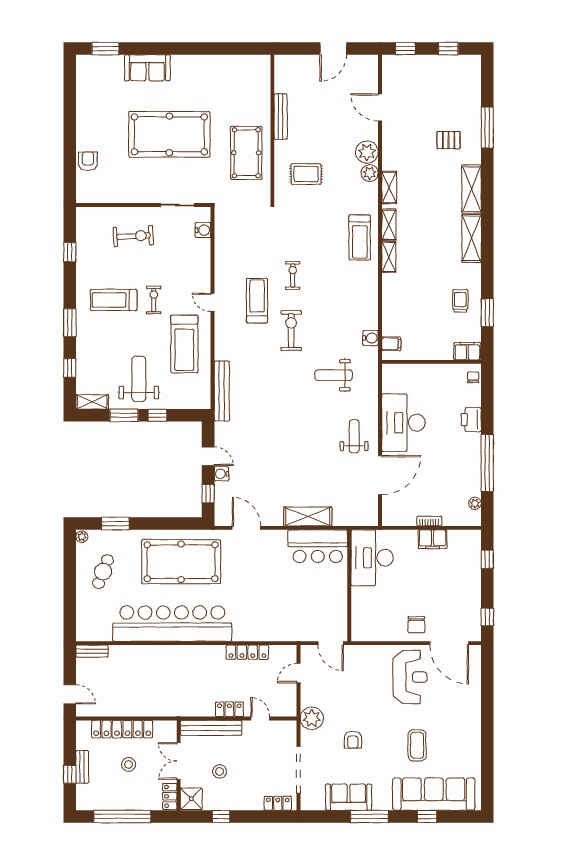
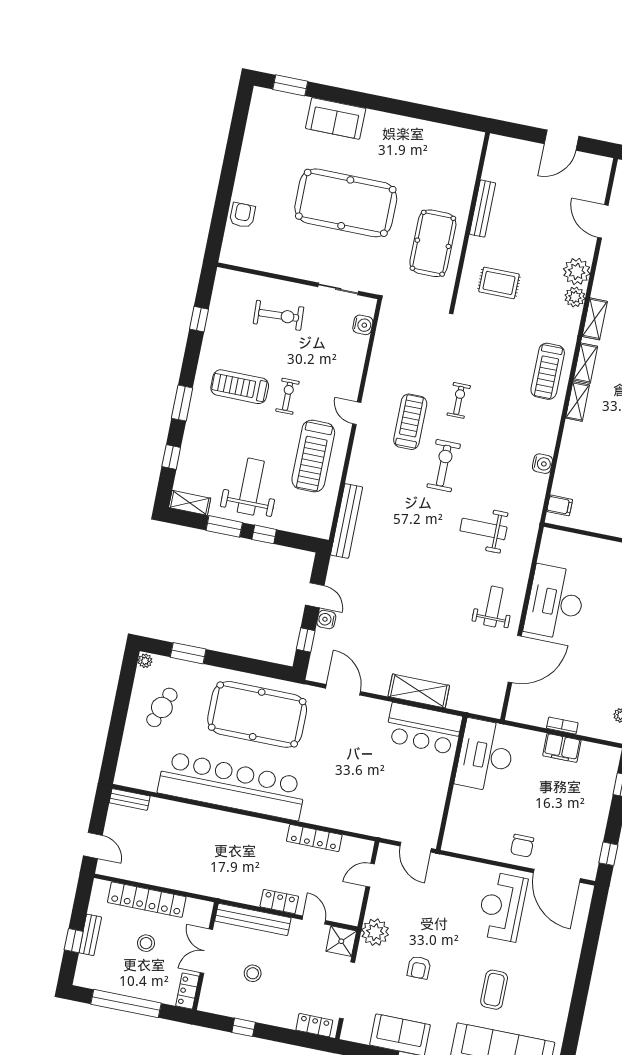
water cooler: (371, 338) -> (542, 464), moved
reception desk: (410, 677) -> (502, 907), turned 180
shower: (191, 799) -> (341, 941), moved

